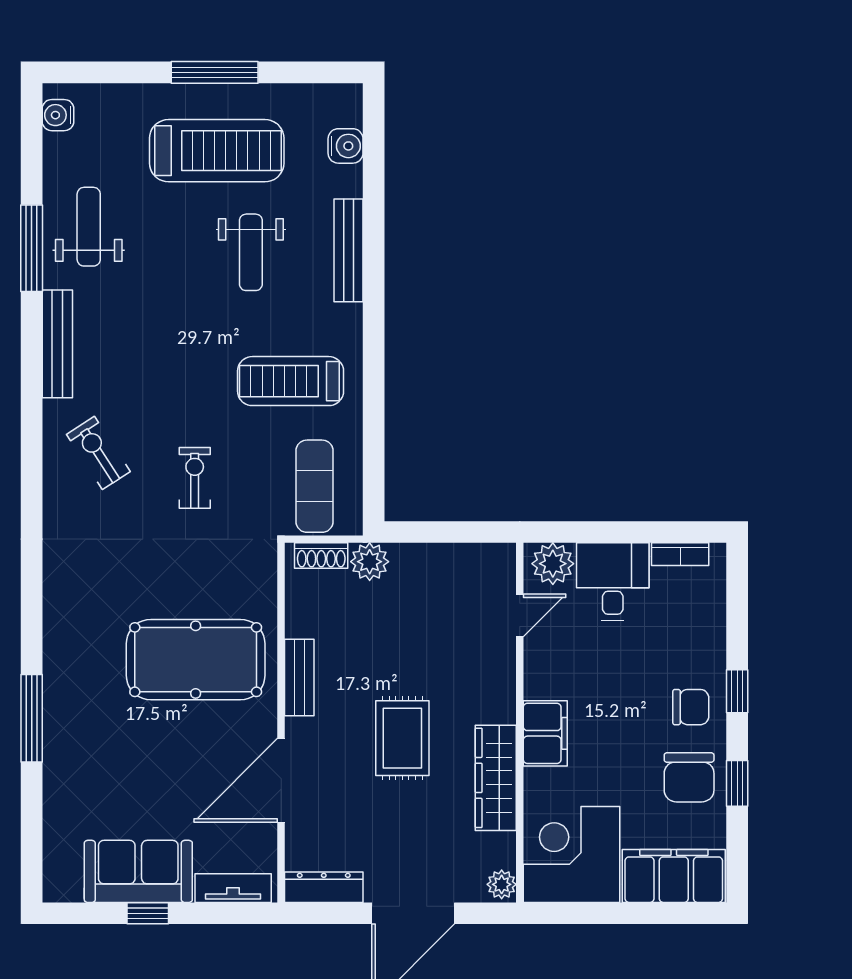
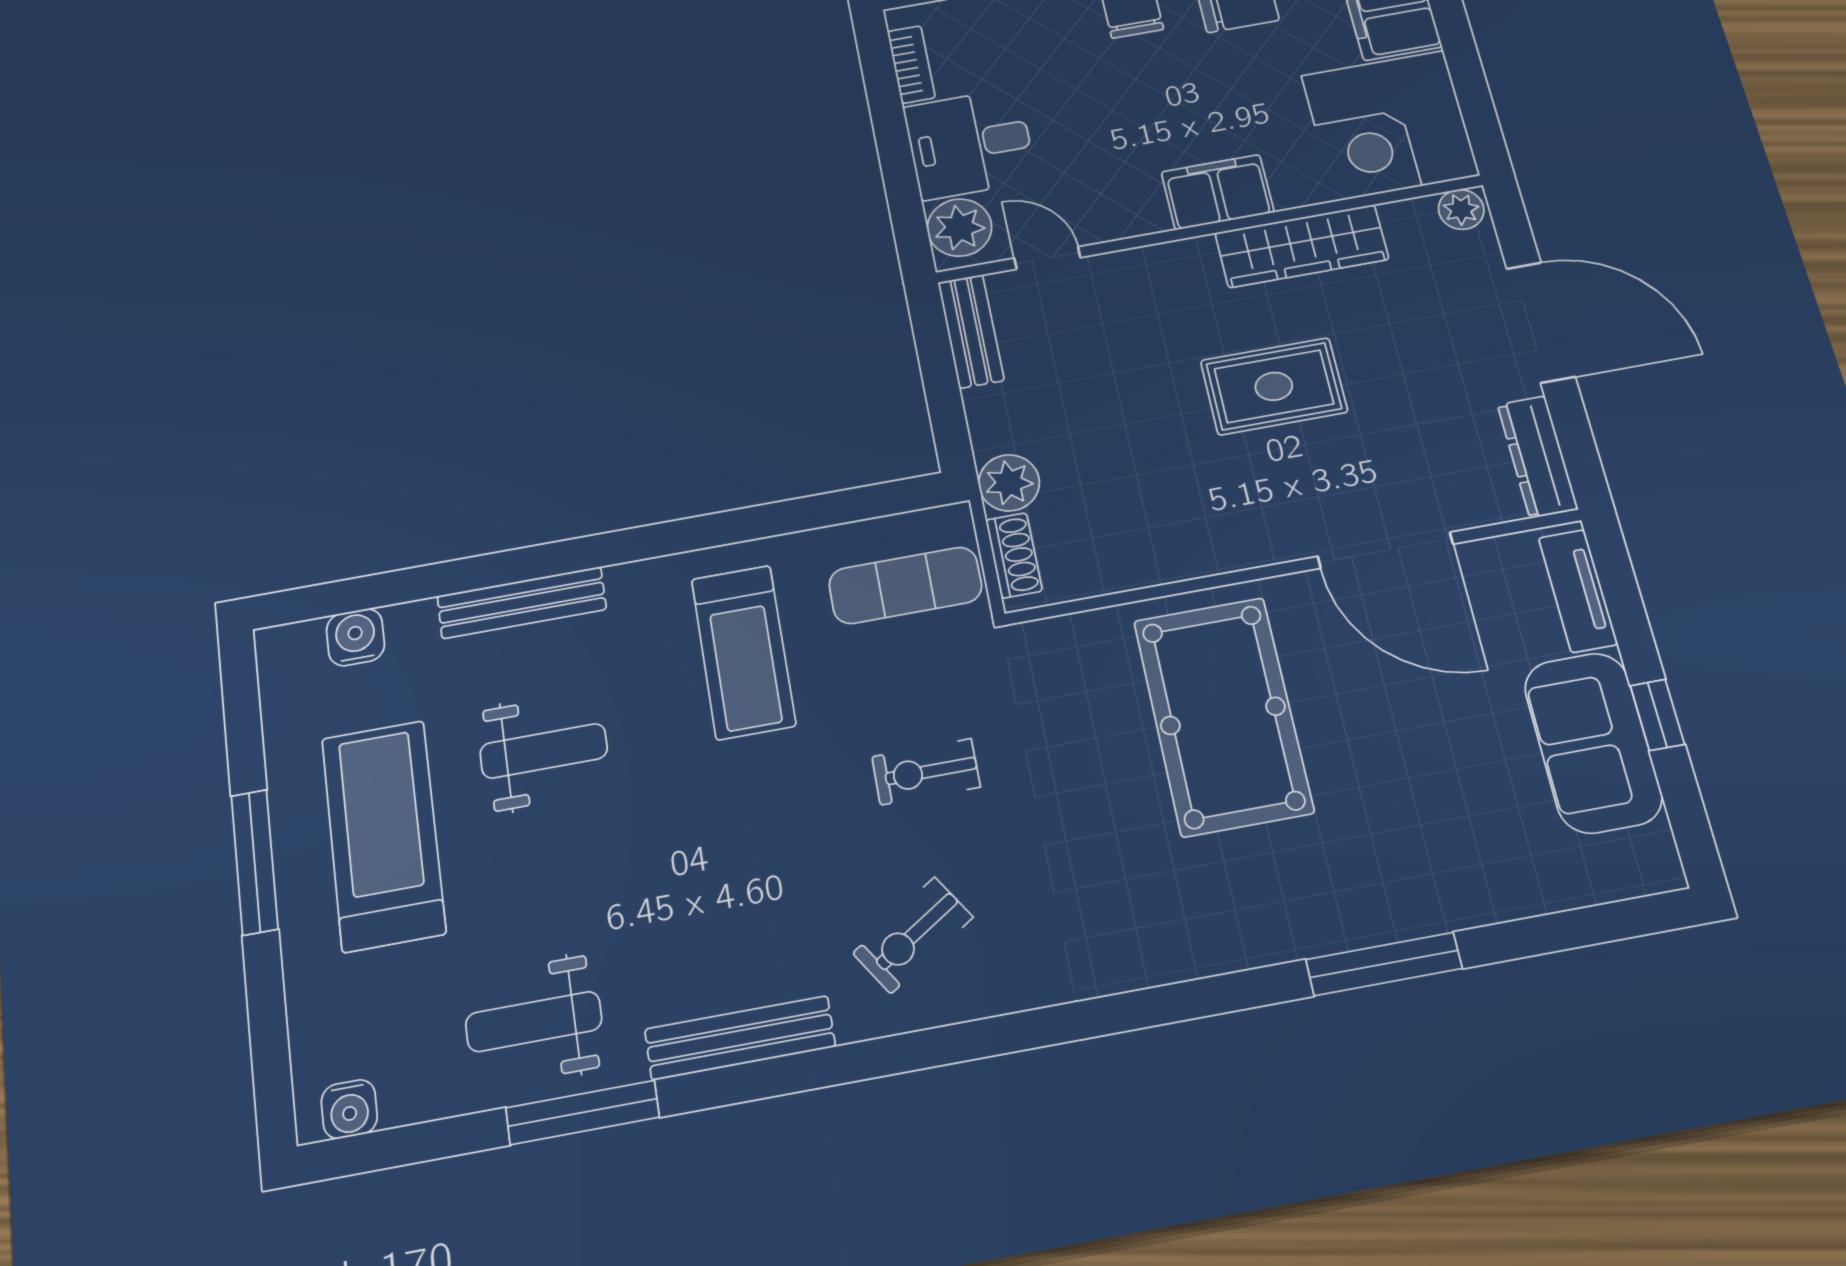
bench: (299, 677) -> (971, 331), moved, turned 90

